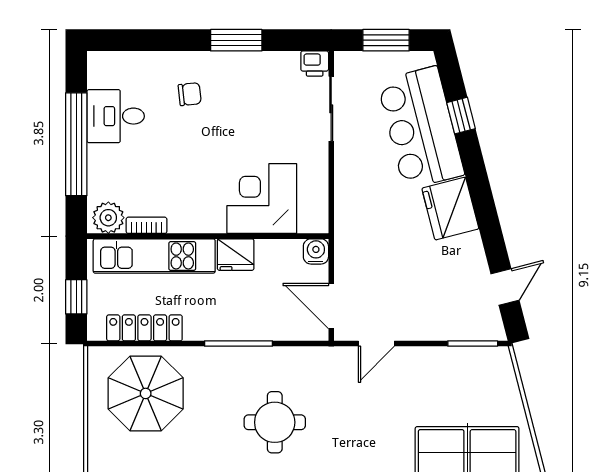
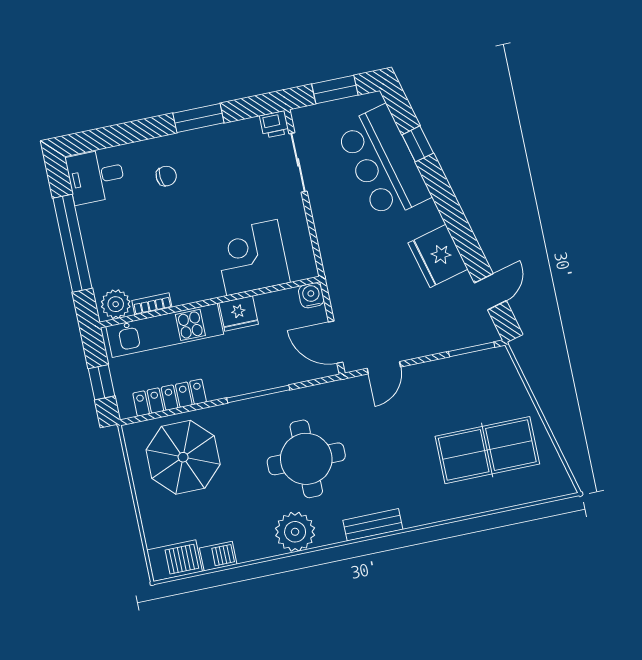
desk: (116, 116) -> (96, 176), moved
fridge: (450, 209) -> (438, 256), moved
round table: (275, 422) -> (306, 459), width x1.36, depth x1.36

